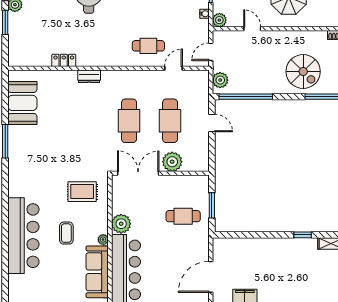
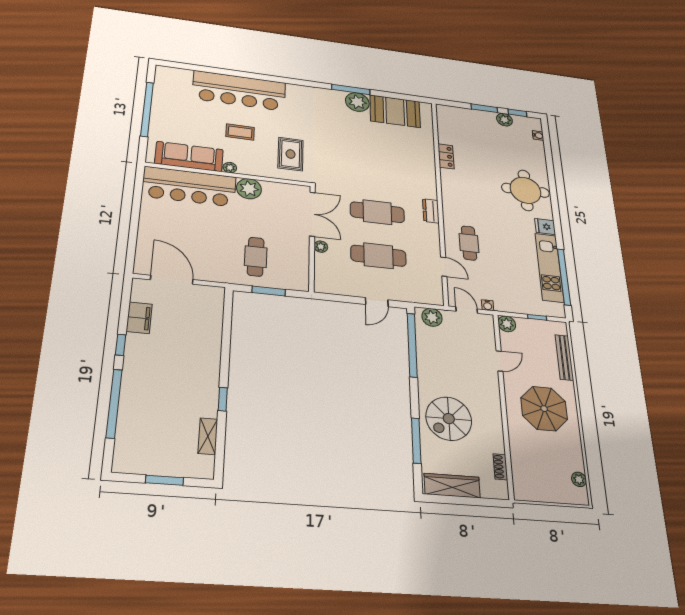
water cooler: (204, 14) -> (488, 305), moved
dresser: (89, 76) -> (431, 211), moved
plant: (18, 136) -> (357, 102), added
plant: (172, 162) -> (321, 247), width x0.53, depth x0.53

